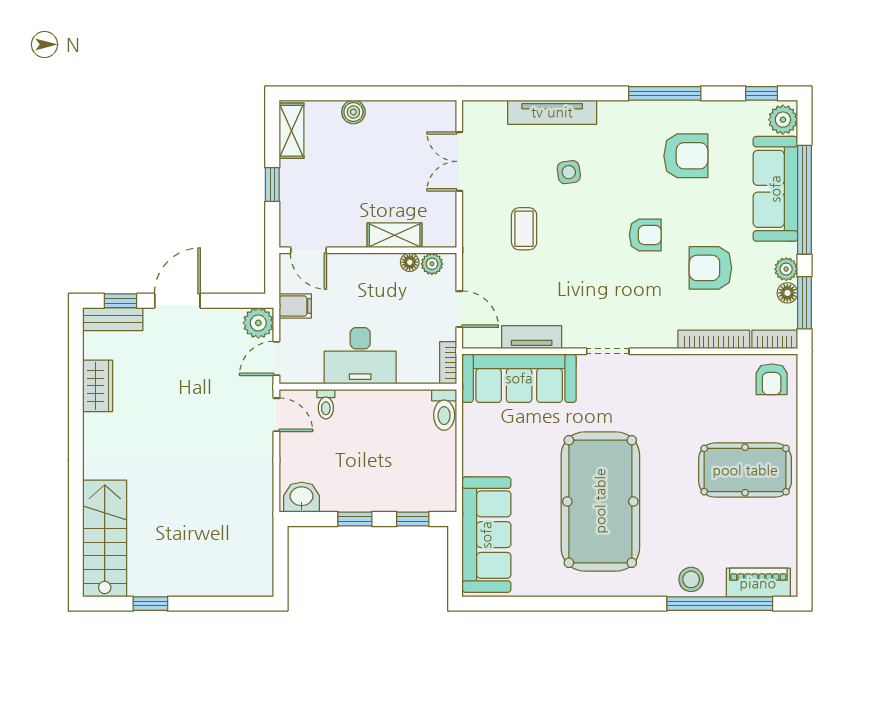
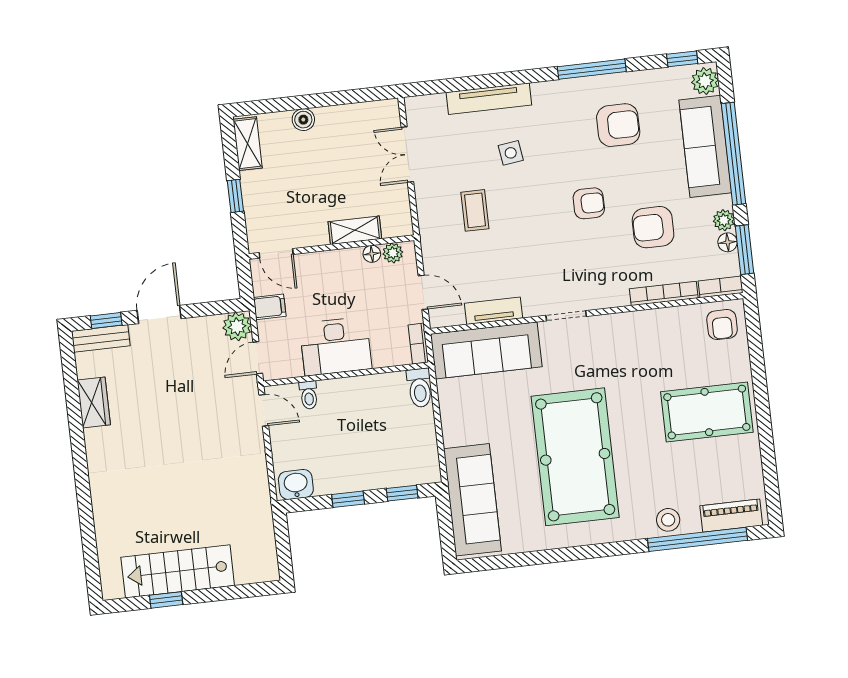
stairs: (105, 538) -> (178, 571), moved, turned -90

